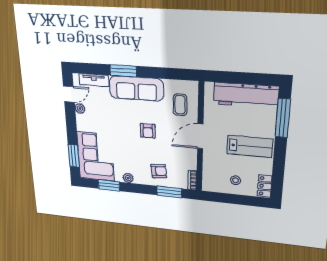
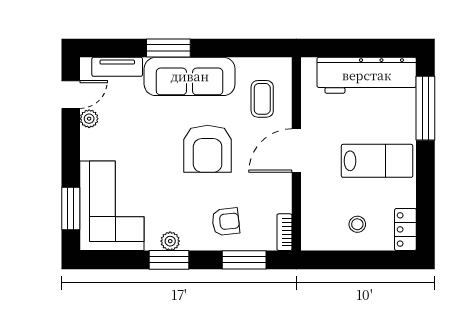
armchair: (148, 131) -> (208, 149), width x1.88, depth x1.88
window: (109, 185) -> (169, 260), moved

